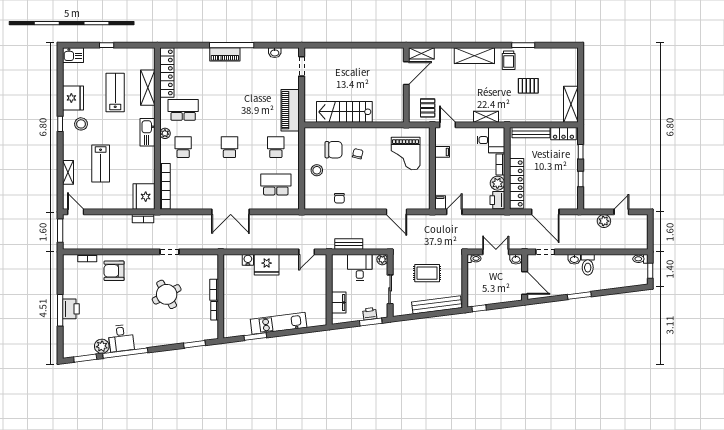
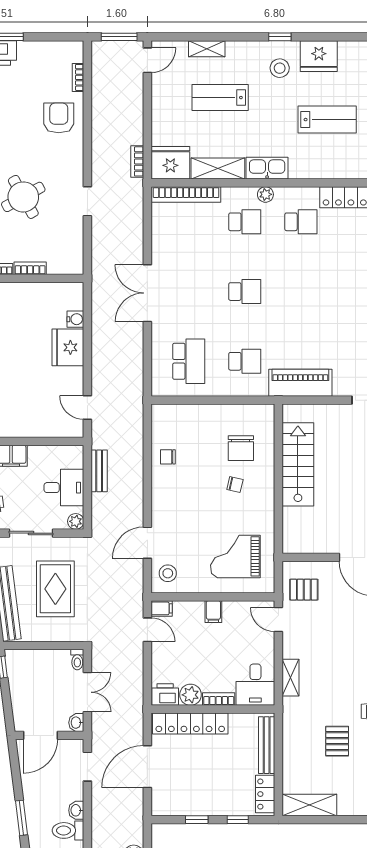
shelving: (148, 88) -> (218, 168), moved
school desk: (183, 110) -> (301, 222), width x0.54
door: (448, 125) -> (278, 620), swing flipped
filing cabinet: (442, 152) -> (213, 612), moved
stool: (317, 170) -> (168, 573), moved
rug: (427, 273) -> (55, 589), width x1.36, depth x1.43

